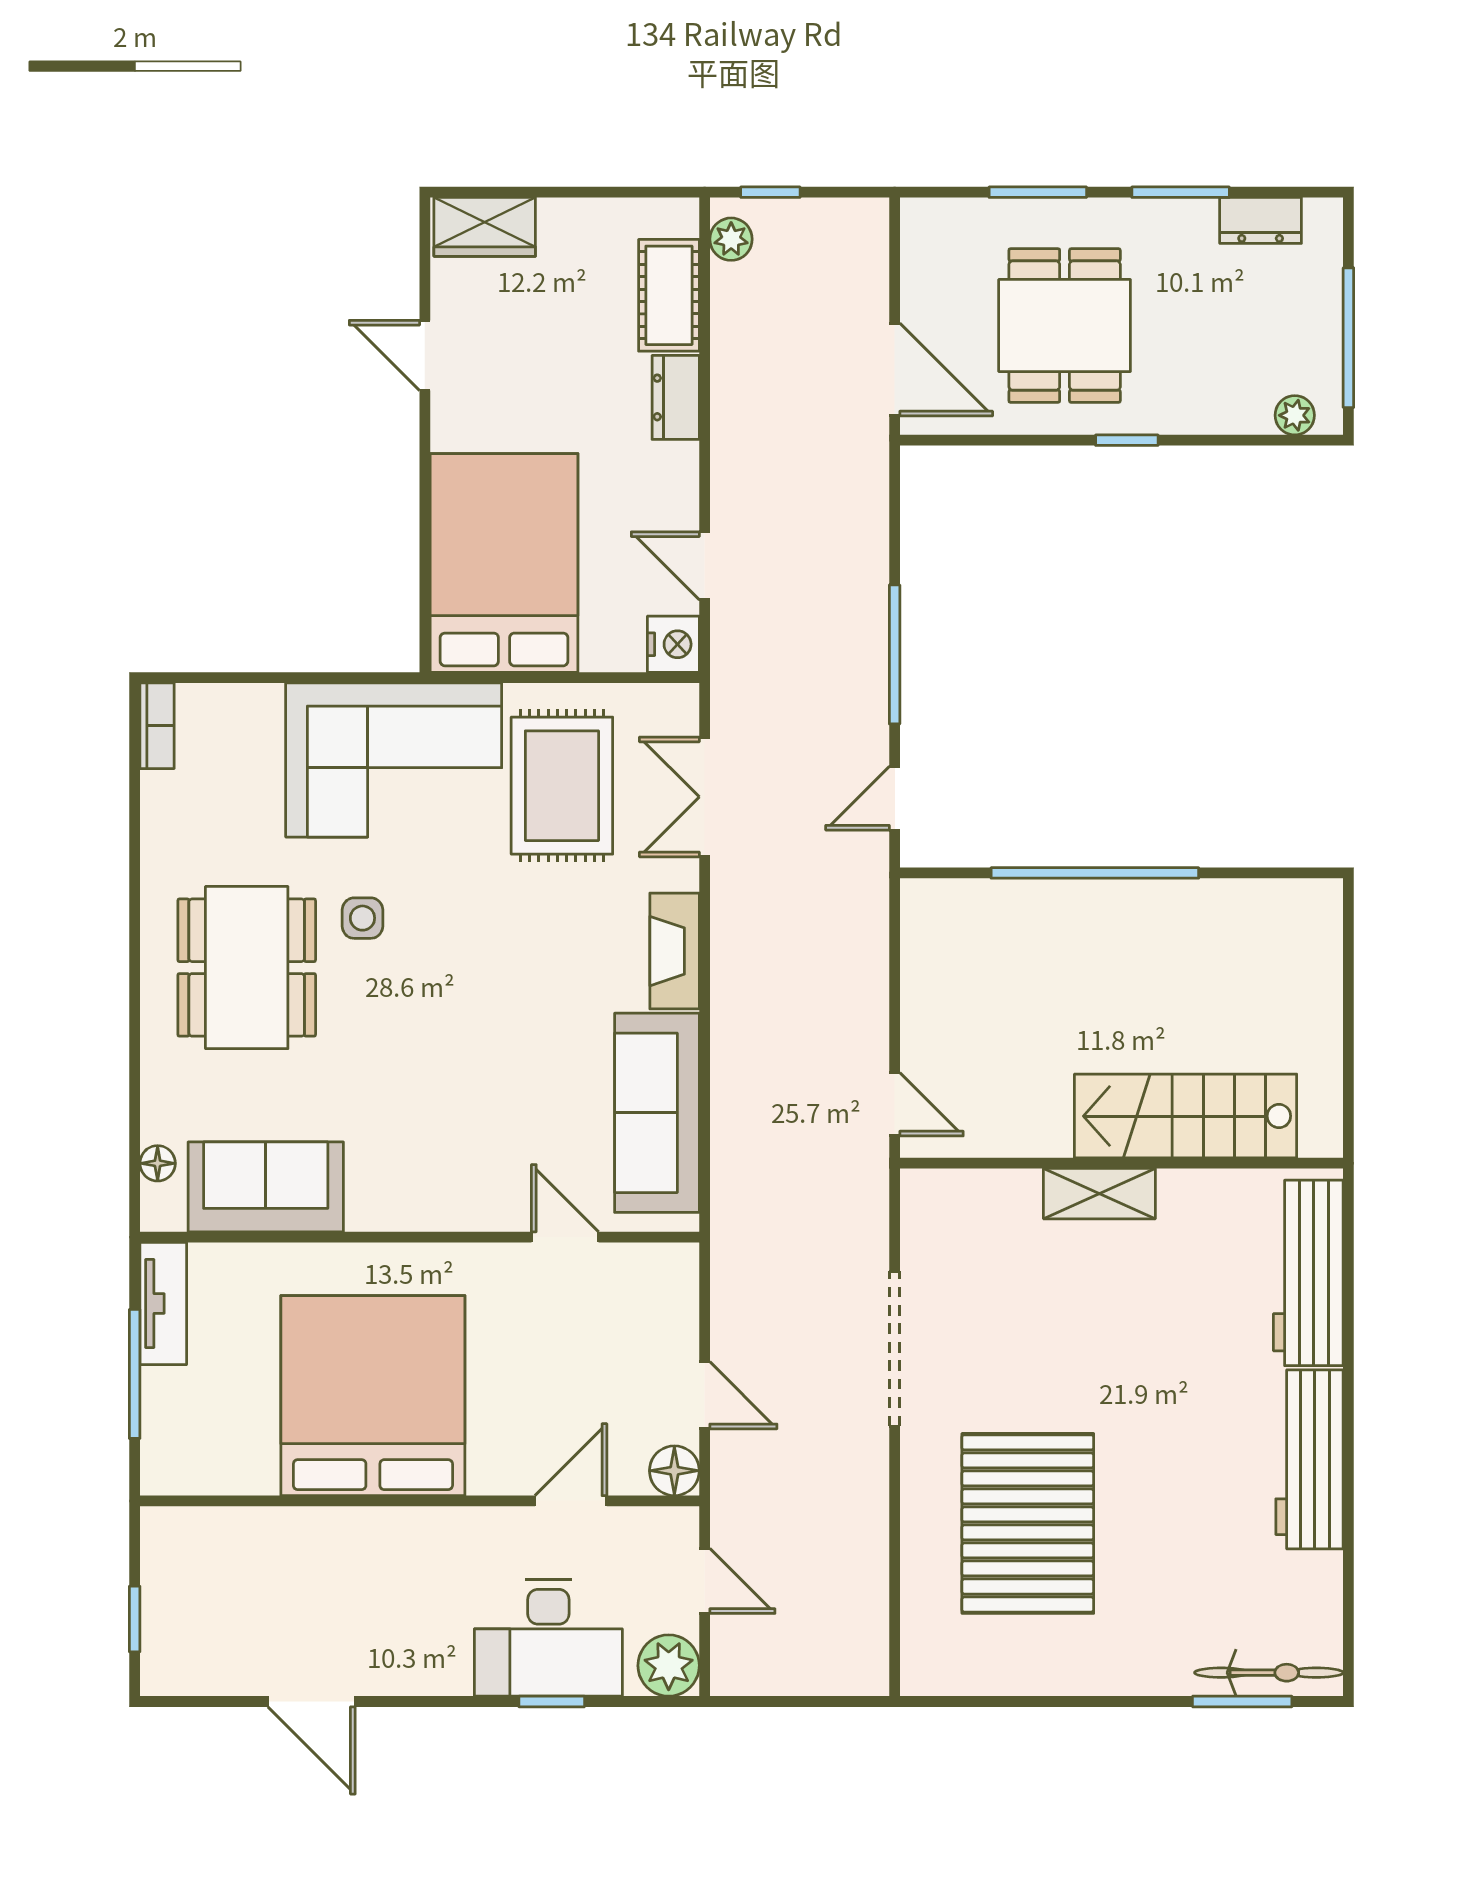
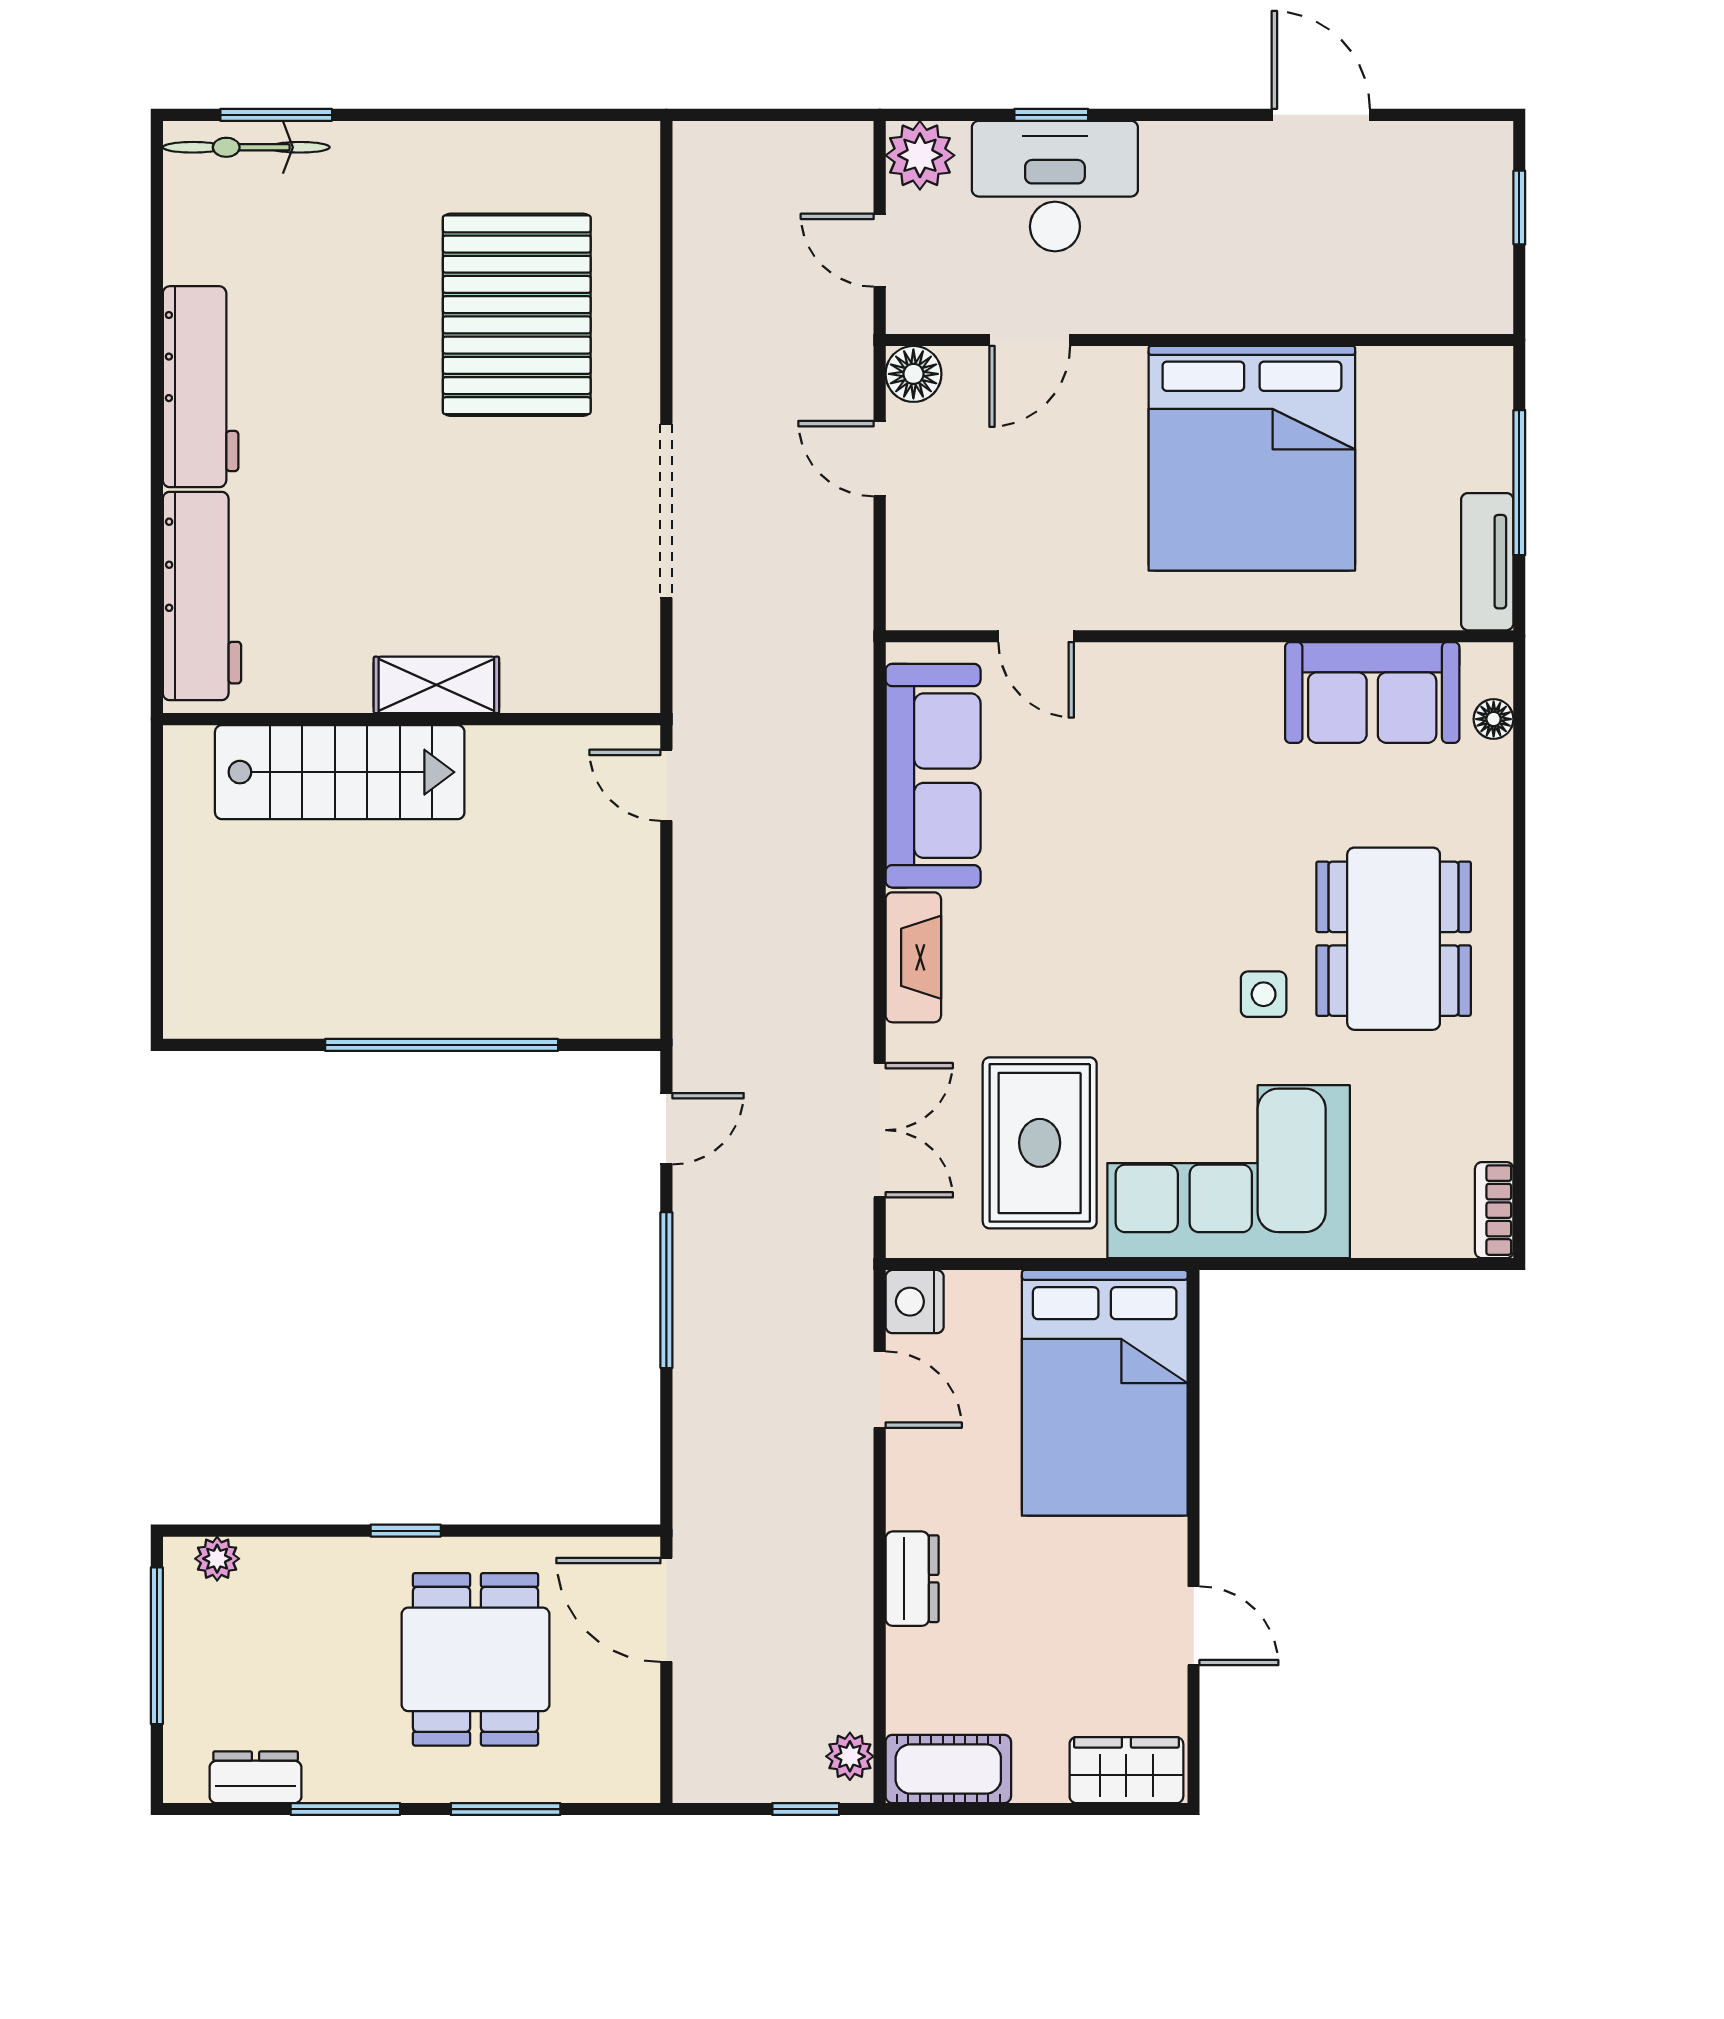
cot: (669, 295) -> (948, 1769), moved, turned 90

